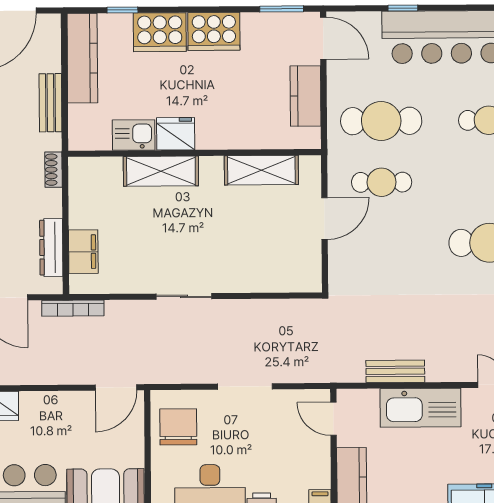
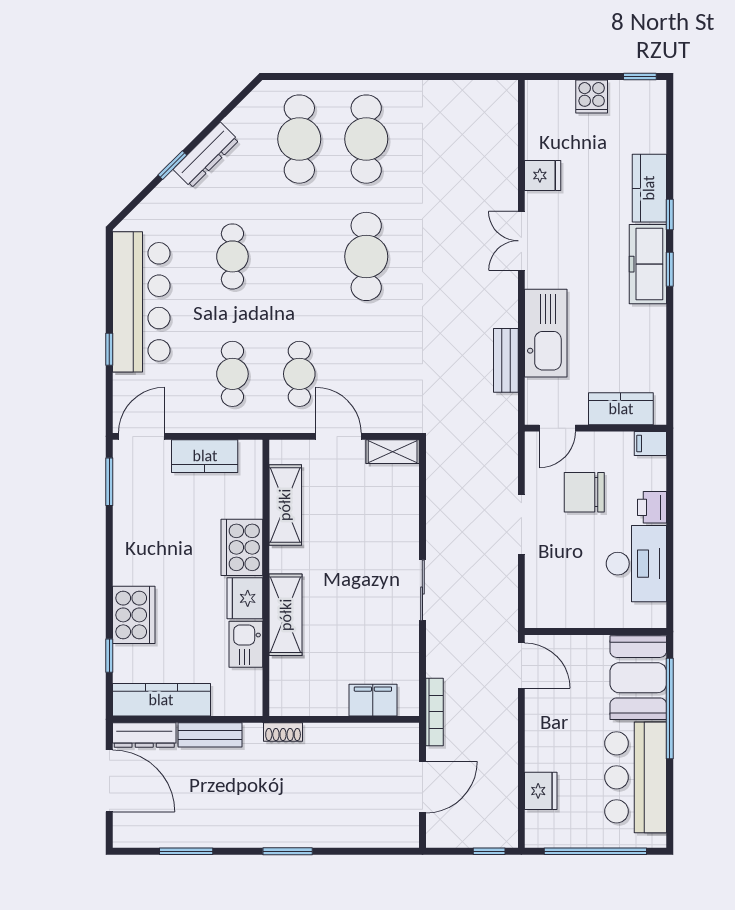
cooker: (214, 31) -> (242, 547), moved, turned 180
cafe table: (381, 121) -> (232, 374), width x0.73, depth x0.74
dresser: (51, 248) -> (144, 735), moved
shelving: (311, 268) -> (393, 452), added
chair: (178, 427) -> (584, 492), moved

